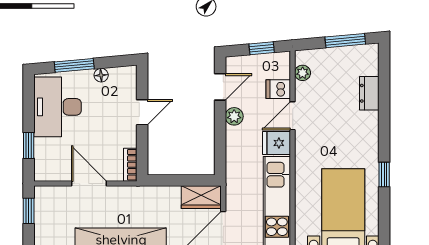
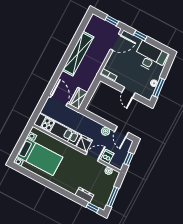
window: (74, 65) -> (159, 87), moved
door: (293, 116) -> (92, 157), hinge flipped
window: (384, 175) -> (93, 208), moved
door: (89, 183) -> (116, 42), moved

